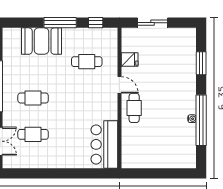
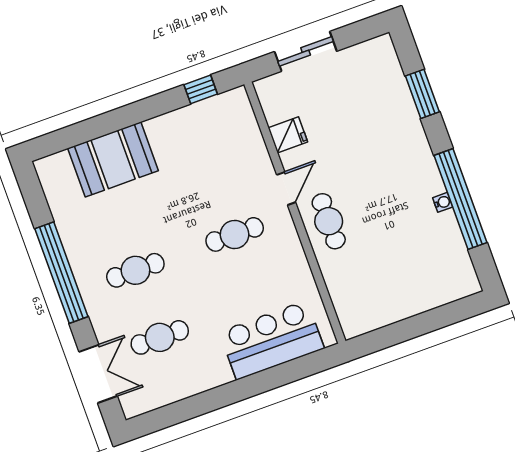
window: (60, 23) -> (135, 113), removed
cafe table: (87, 62) -> (235, 234), moved
door: (119, 85) -> (286, 188), hinge flipped
bar counter: (104, 144) -> (272, 340), moved, turned 90

